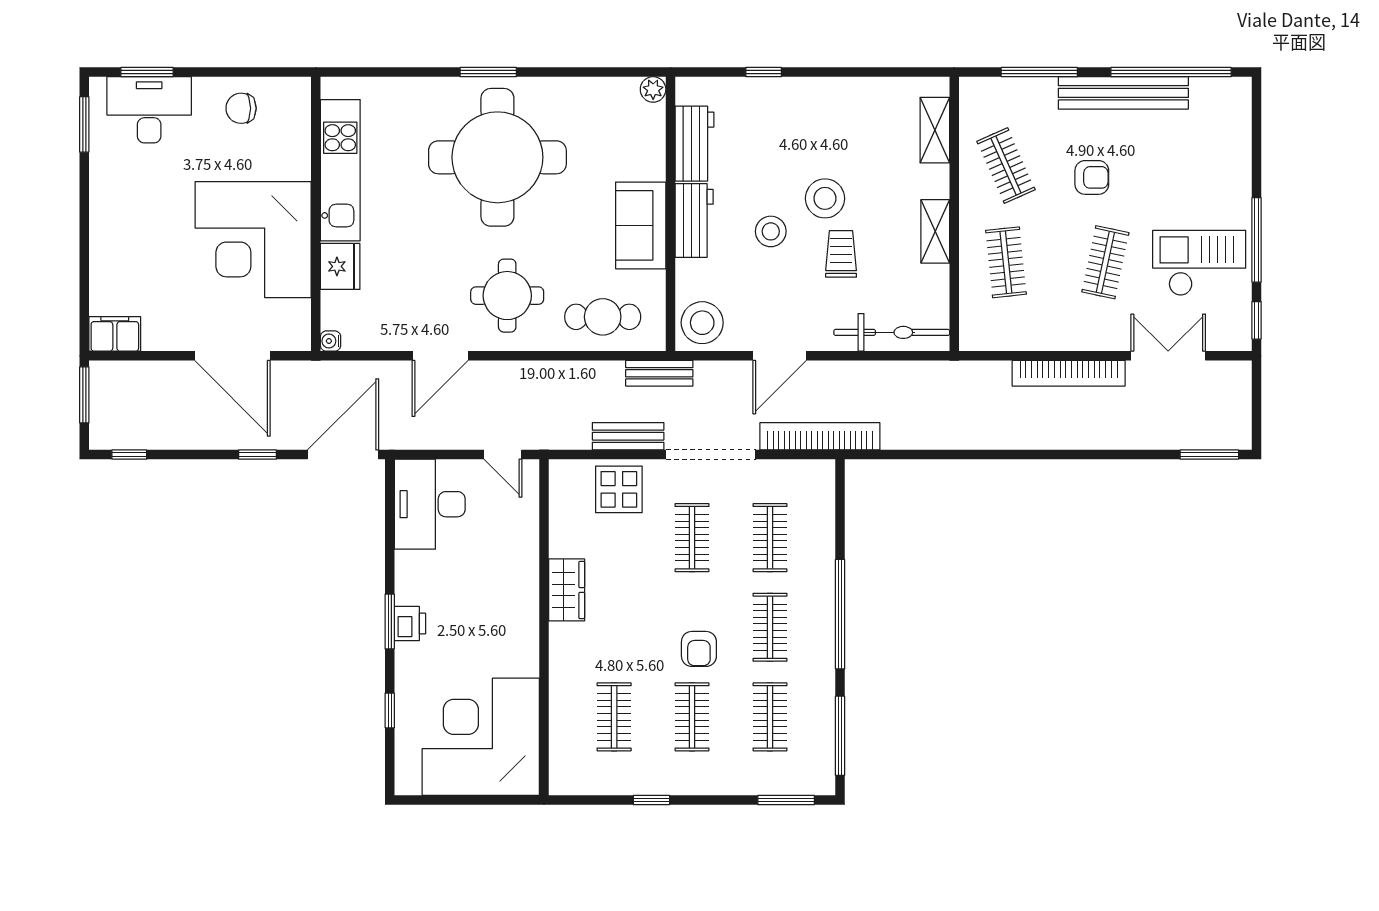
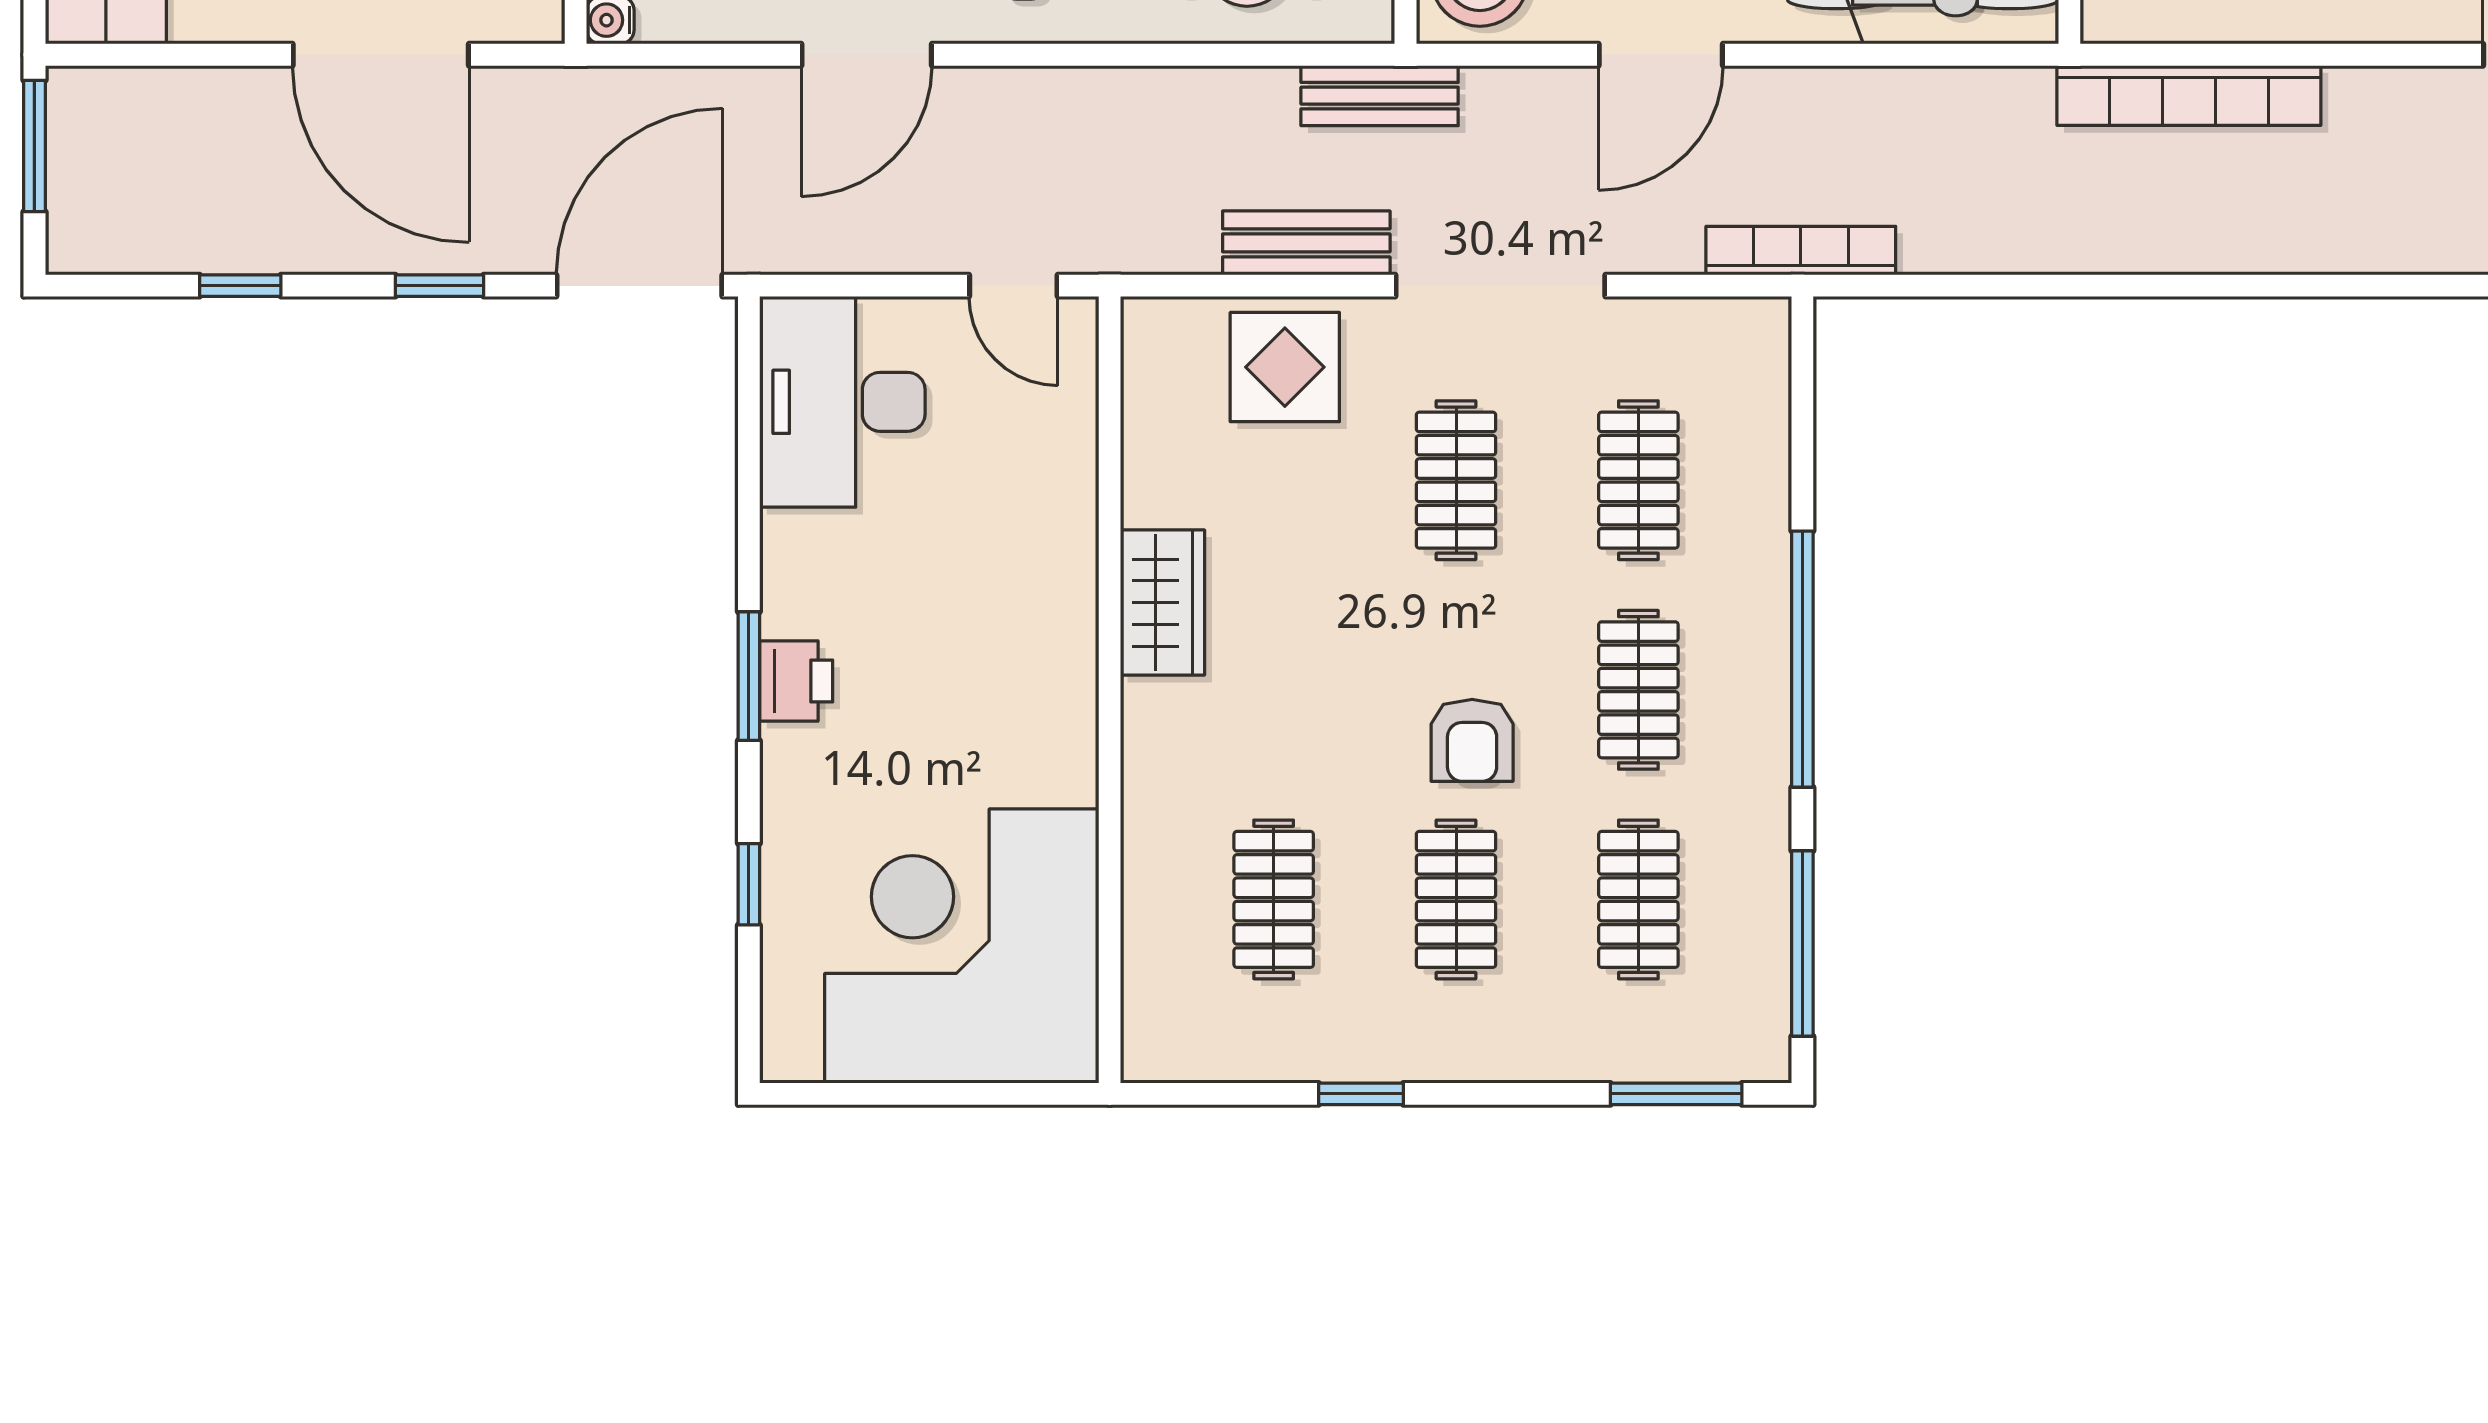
bookcase: (1069, 373) -> (2189, 96), moved
bookcase: (820, 436) -> (1801, 251), width x0.68, depth x0.76
window: (129, 455) -> (240, 286), moved

